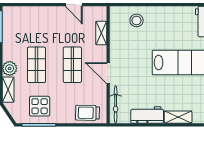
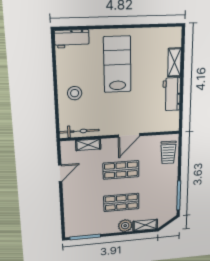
stool: (137, 20) -> (75, 93), moved
bicycle: (116, 104) -> (79, 131), moved
display table: (40, 106) -> (161, 196), removed

